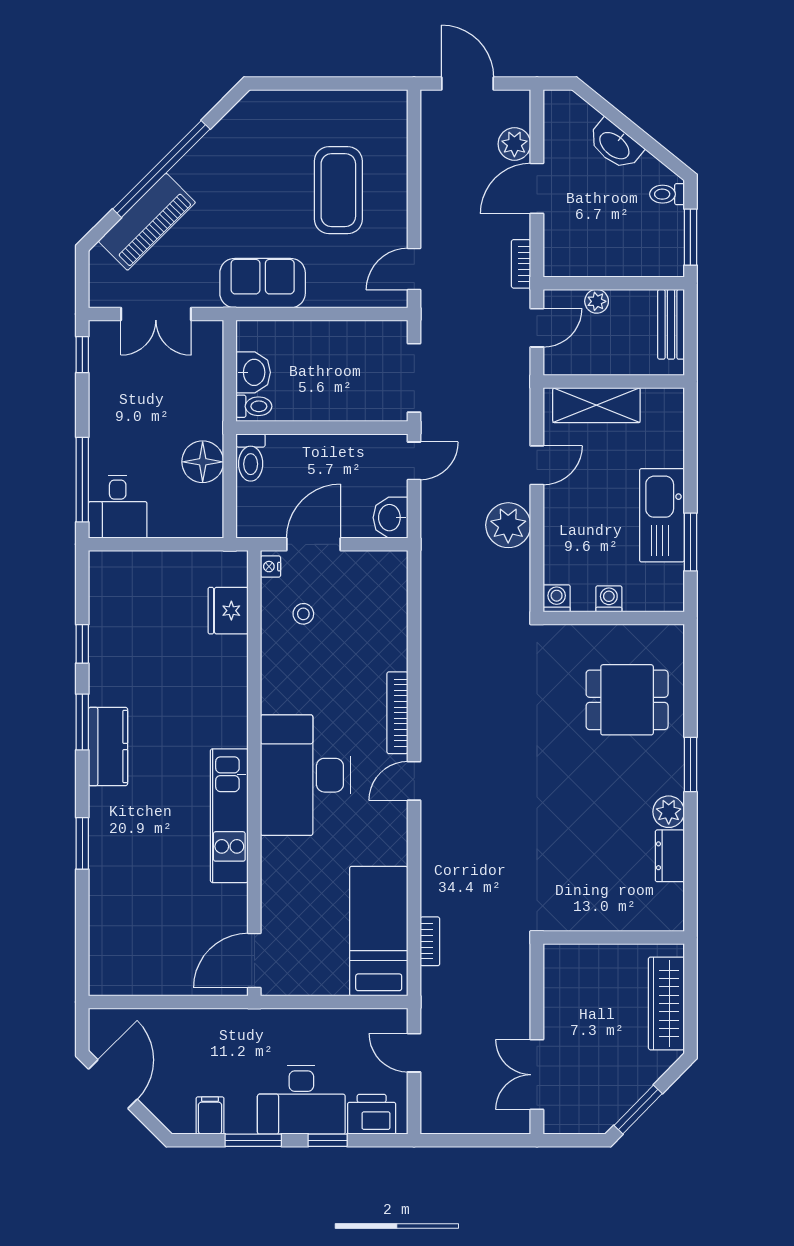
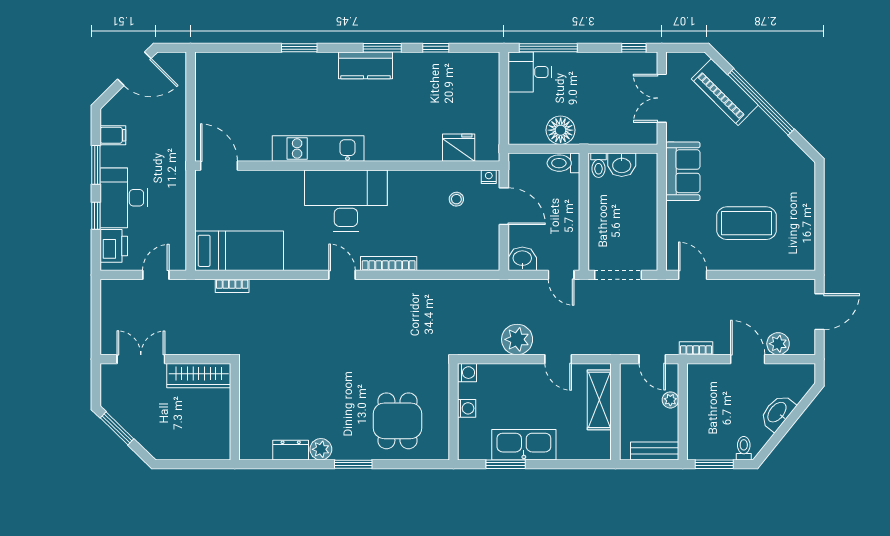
wardrobe: (666, 1003) -> (199, 376), moved, turned 180

